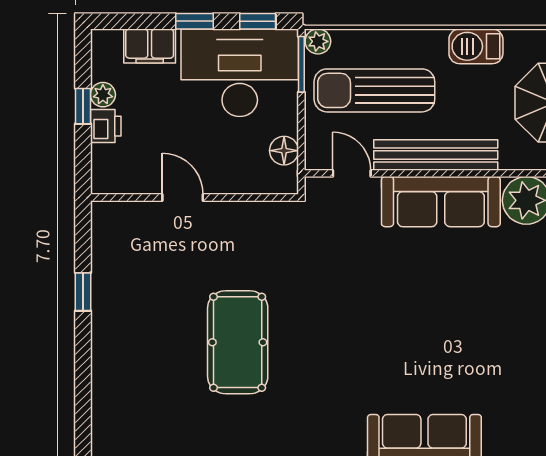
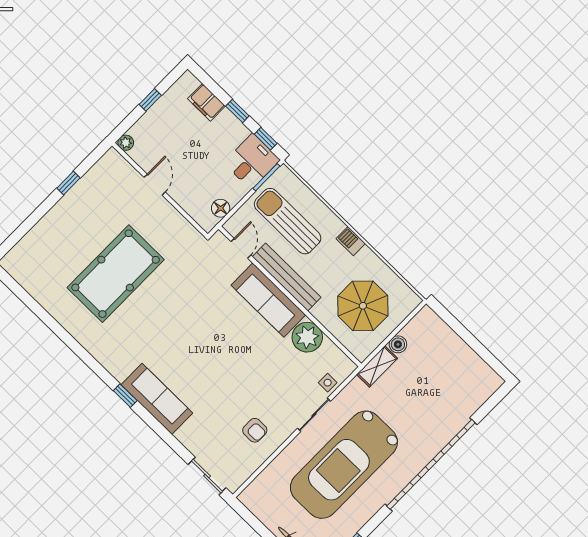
plant: (318, 41) -> (284, 174), removed
barbecue: (476, 46) -> (351, 241), width x0.73, depth x0.79
desk: (240, 73) -> (252, 161), width x0.53, depth x0.77
plant: (103, 95) -> (126, 143), moved
printer: (106, 126) -> (152, 119), removed
pool table: (238, 342) -> (116, 274), width x1.36, depth x1.32

